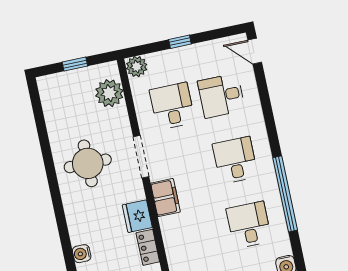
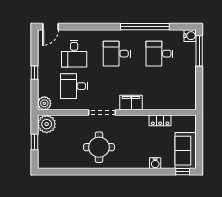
plant: (109, 93) -> (47, 124), moved
fridge: (137, 216) -> (139, 123), removed

